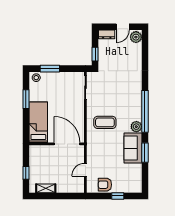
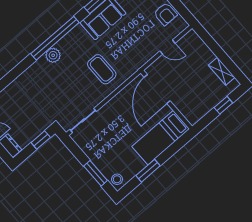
plant: (136, 127) -> (53, 55), moved

